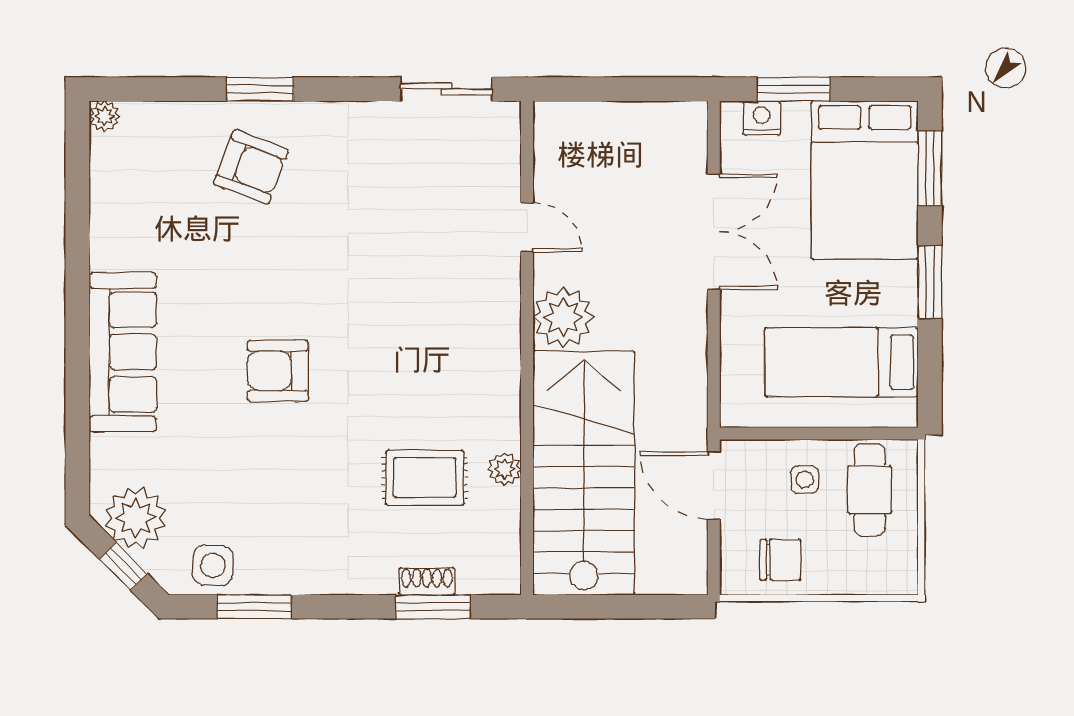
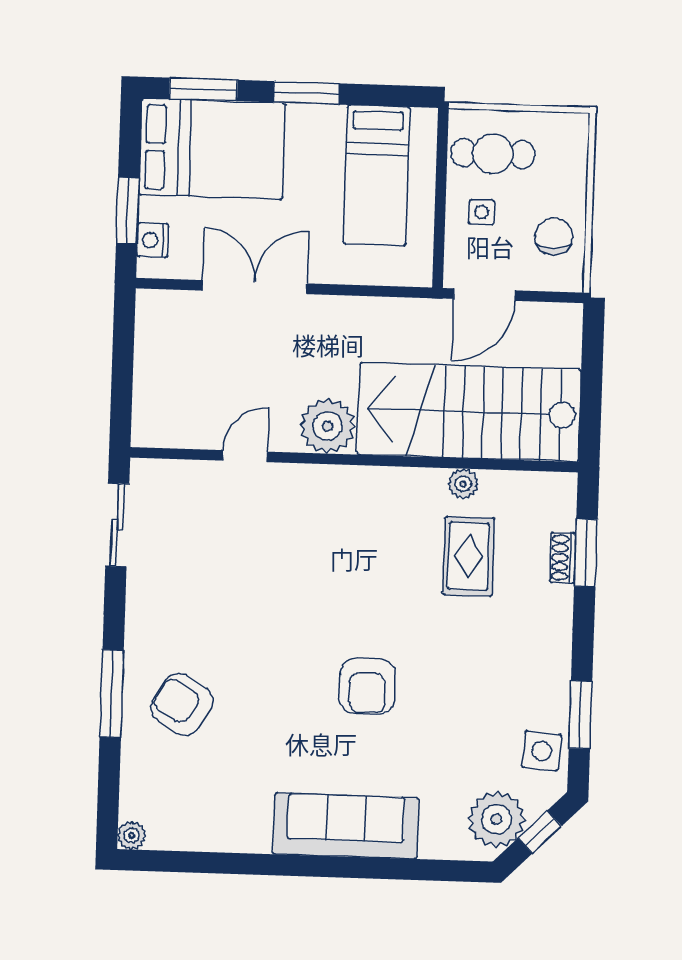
window: (260, 89) -> (112, 694), width x1.44
armchair: (251, 167) -> (182, 704), turned -79

